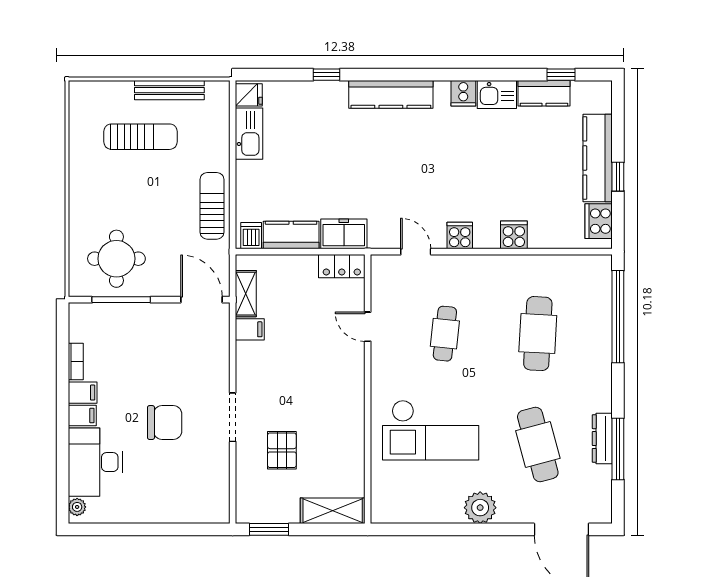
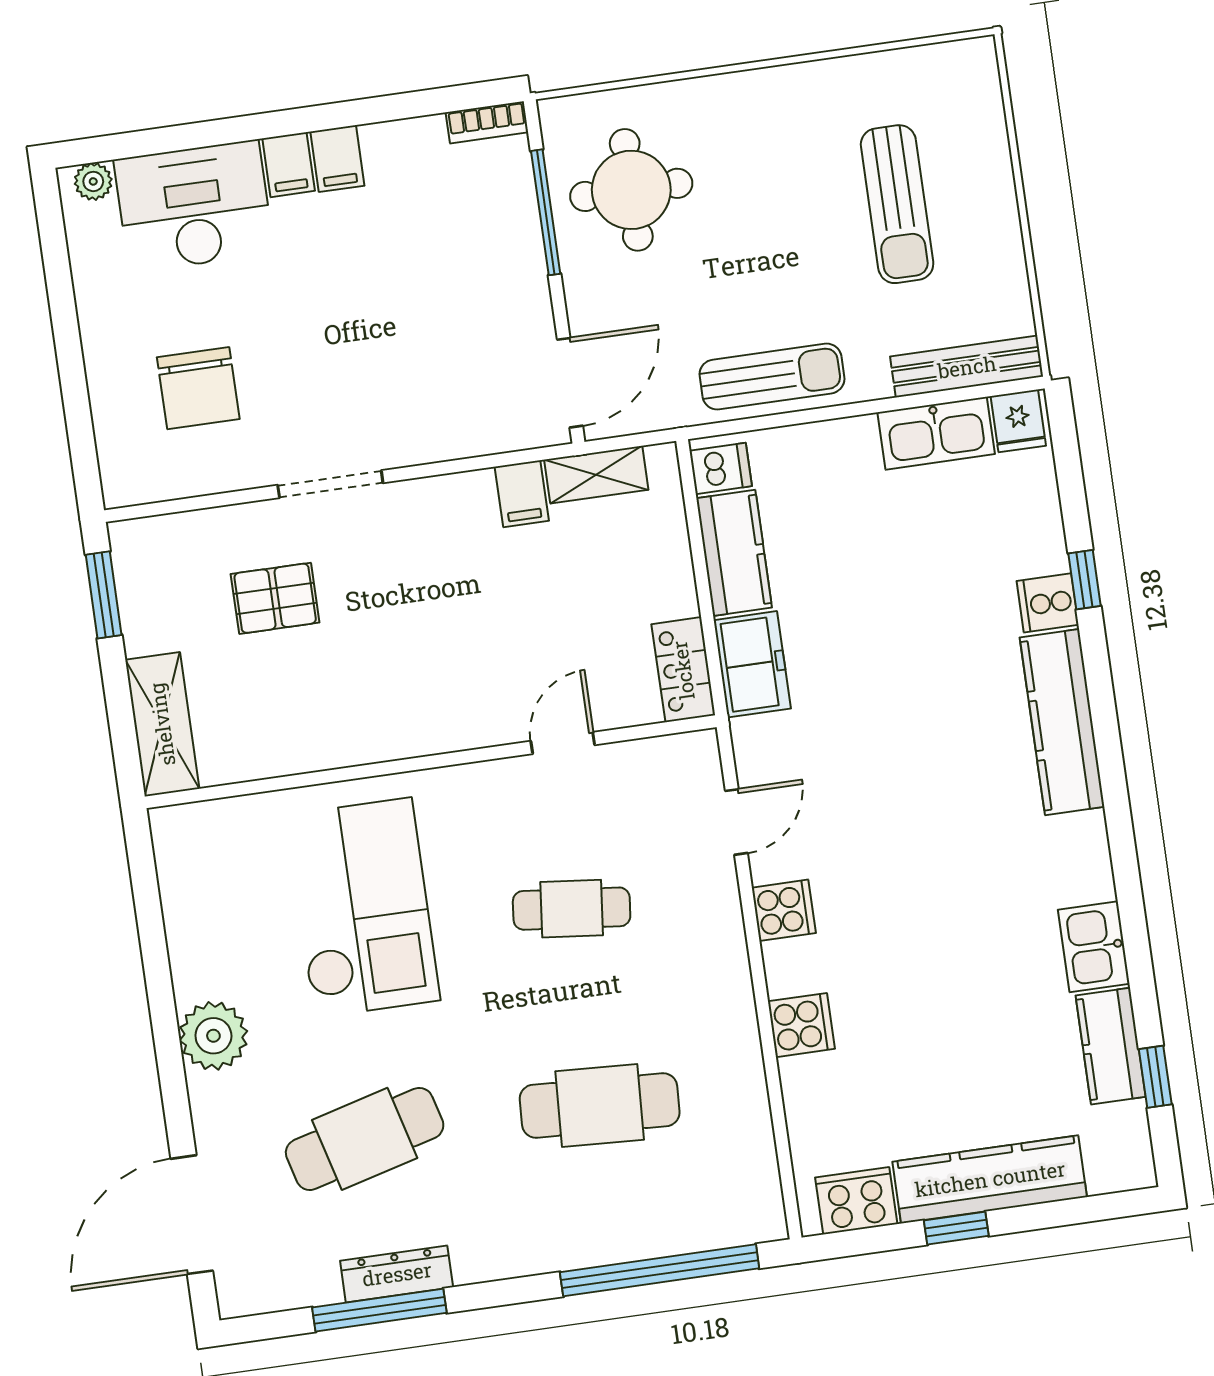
bench: (169, 90) -> (967, 367), moved, turned 90
cooker: (463, 93) -> (1048, 603), moved
bookcase: (76, 361) -> (487, 122), moved
chair: (165, 423) -> (198, 388), moved
checkout: (431, 430) -> (363, 908), turned 180

